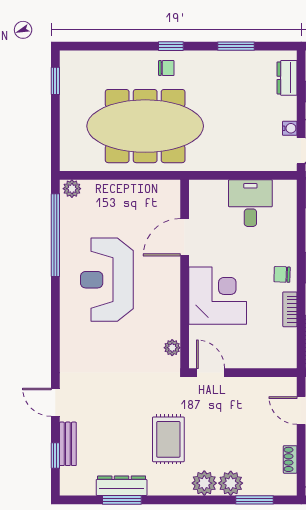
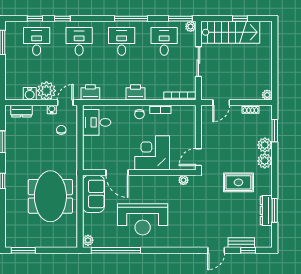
chair: (166, 68) -> (61, 130), moved
window: (55, 81) -> (23, 250), width x1.50
meeting table: (145, 126) -> (50, 196), width x0.73
sofa: (149, 198) -> (93, 194), added
desk: (250, 203) -> (97, 122), moved

